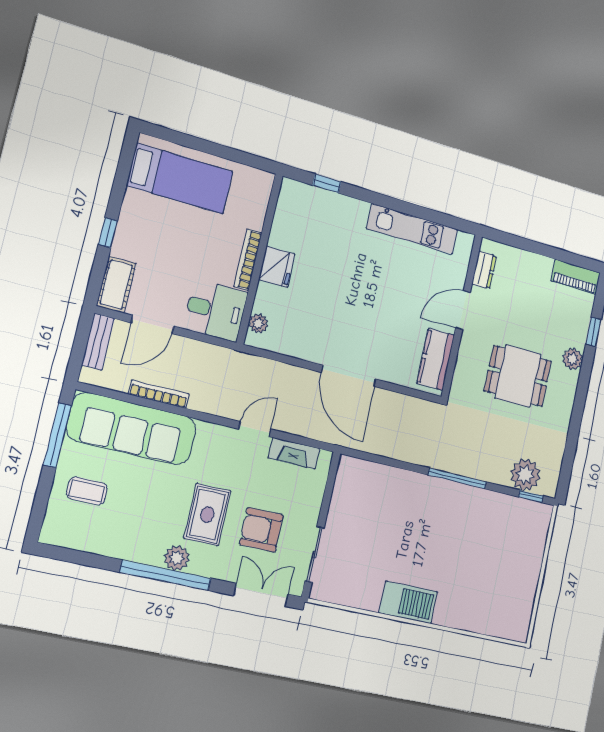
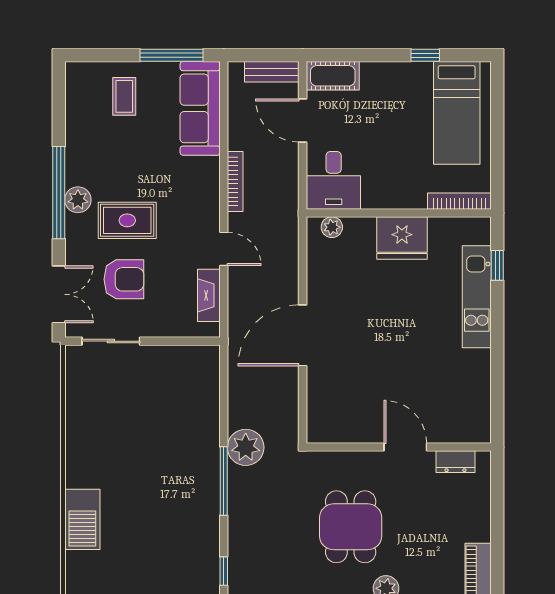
kitchen unit: (412, 229) -> (477, 297), moved
window: (108, 233) -> (425, 55), moved
bookcase: (248, 260) -> (459, 201), moved
fridge: (277, 267) -> (402, 238), width x1.36, depth x1.34
kitchen counter: (436, 359) -> (345, 428), removed
bookcase: (159, 394) -> (235, 181), moved
sofa: (132, 429) -> (200, 108), width x0.74, depth x0.79
plant: (525, 475) -> (246, 447), moved
armchair: (261, 530) -> (124, 279), turned 90
barbecue: (408, 602) -> (82, 519), moved

